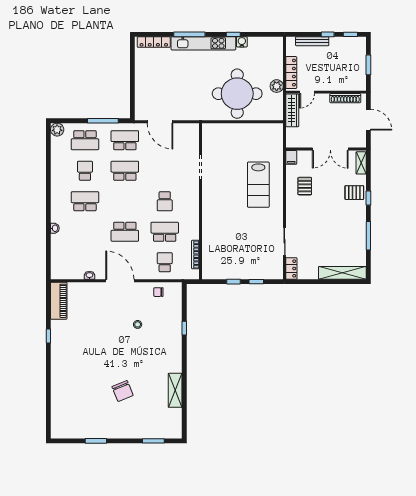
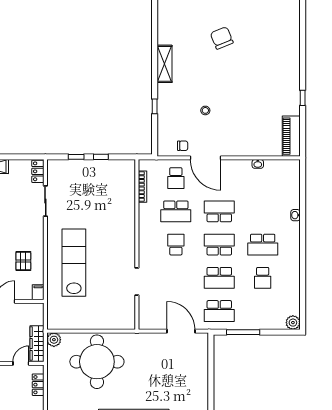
locker: (291, 73) -> (38, 385), width x0.66
plant: (277, 86) -> (54, 340), moved
school desk: (85, 140) -> (219, 245), moved
lab bench: (258, 185) -> (74, 263), width x1.36
door: (120, 281) -> (206, 158), moved
shelving: (175, 390) -> (164, 64), moved

